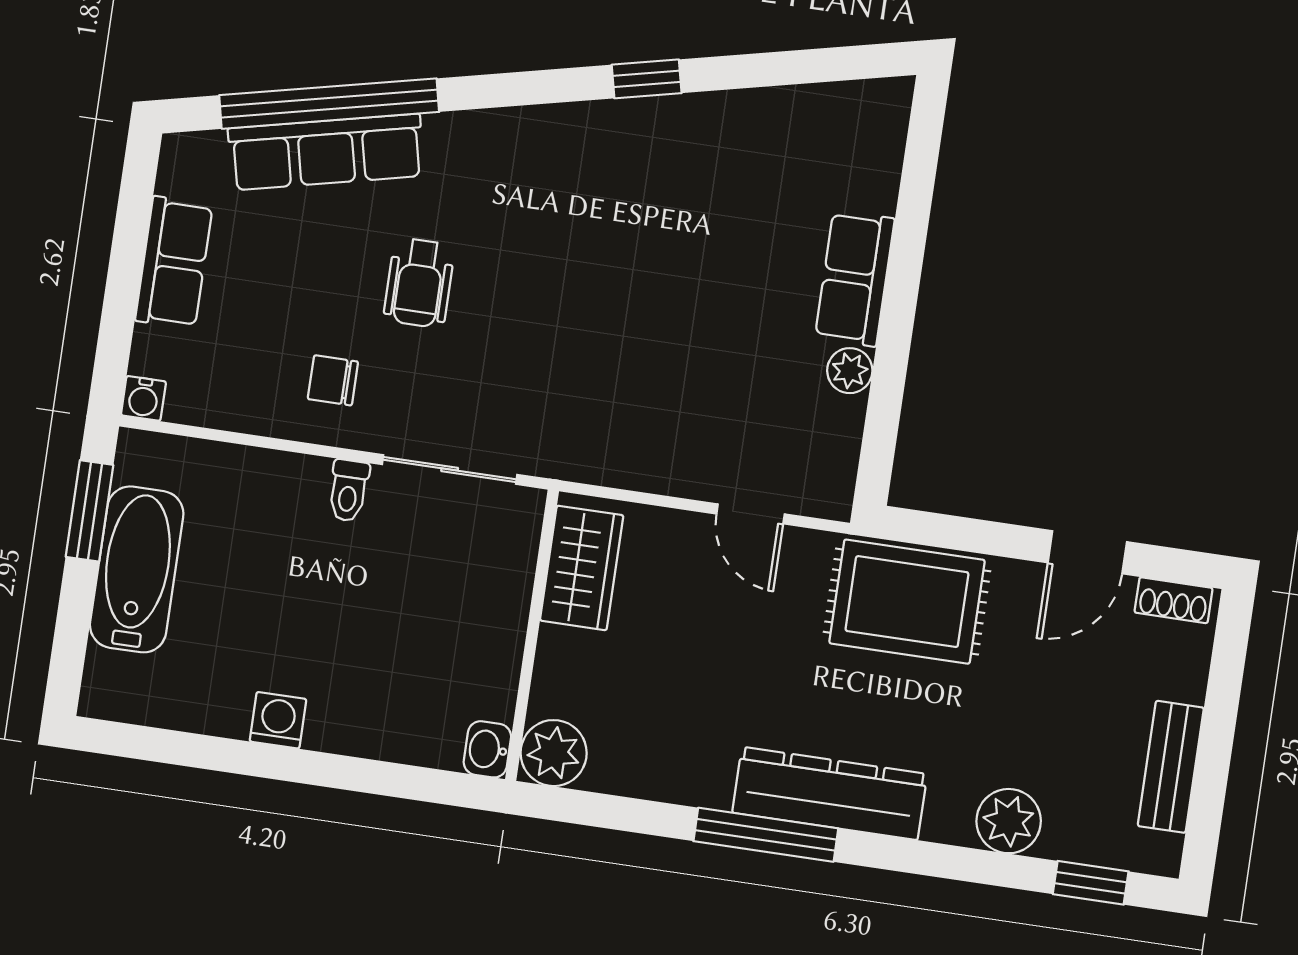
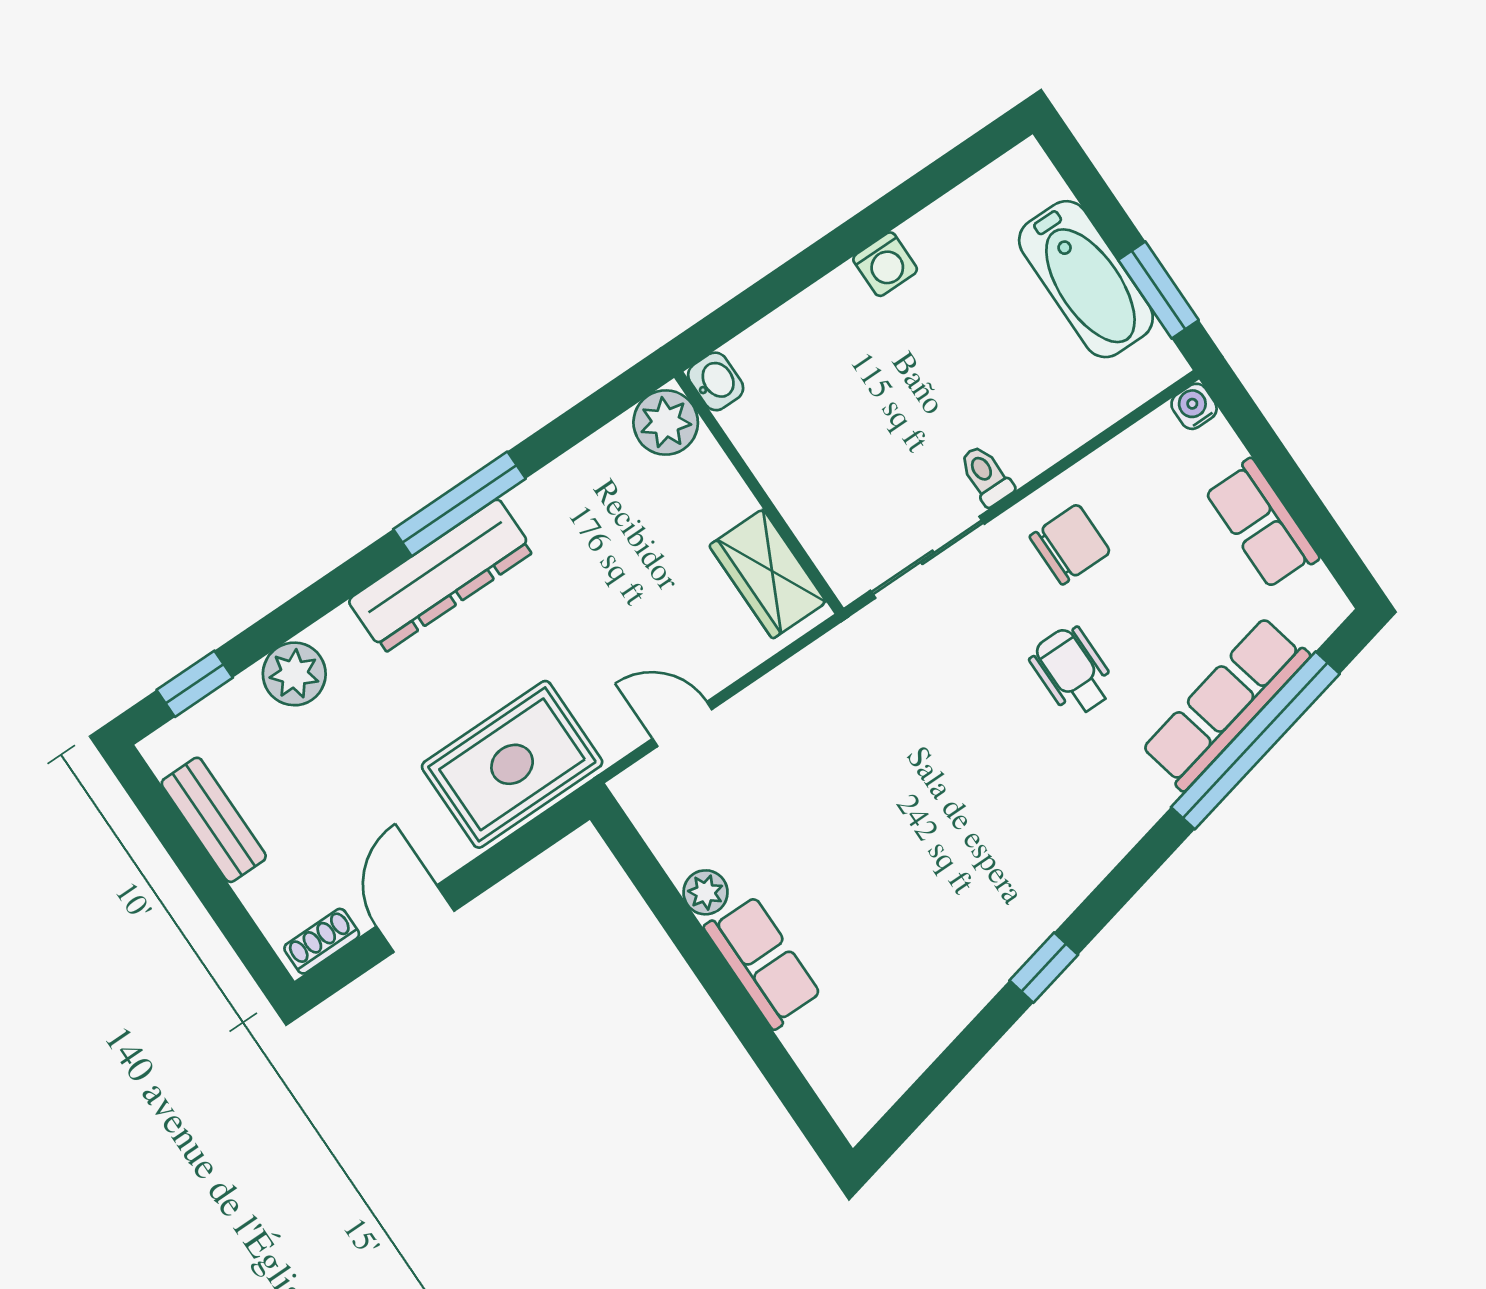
chair: (333, 380) -> (1070, 544), width x1.37, depth x1.37

